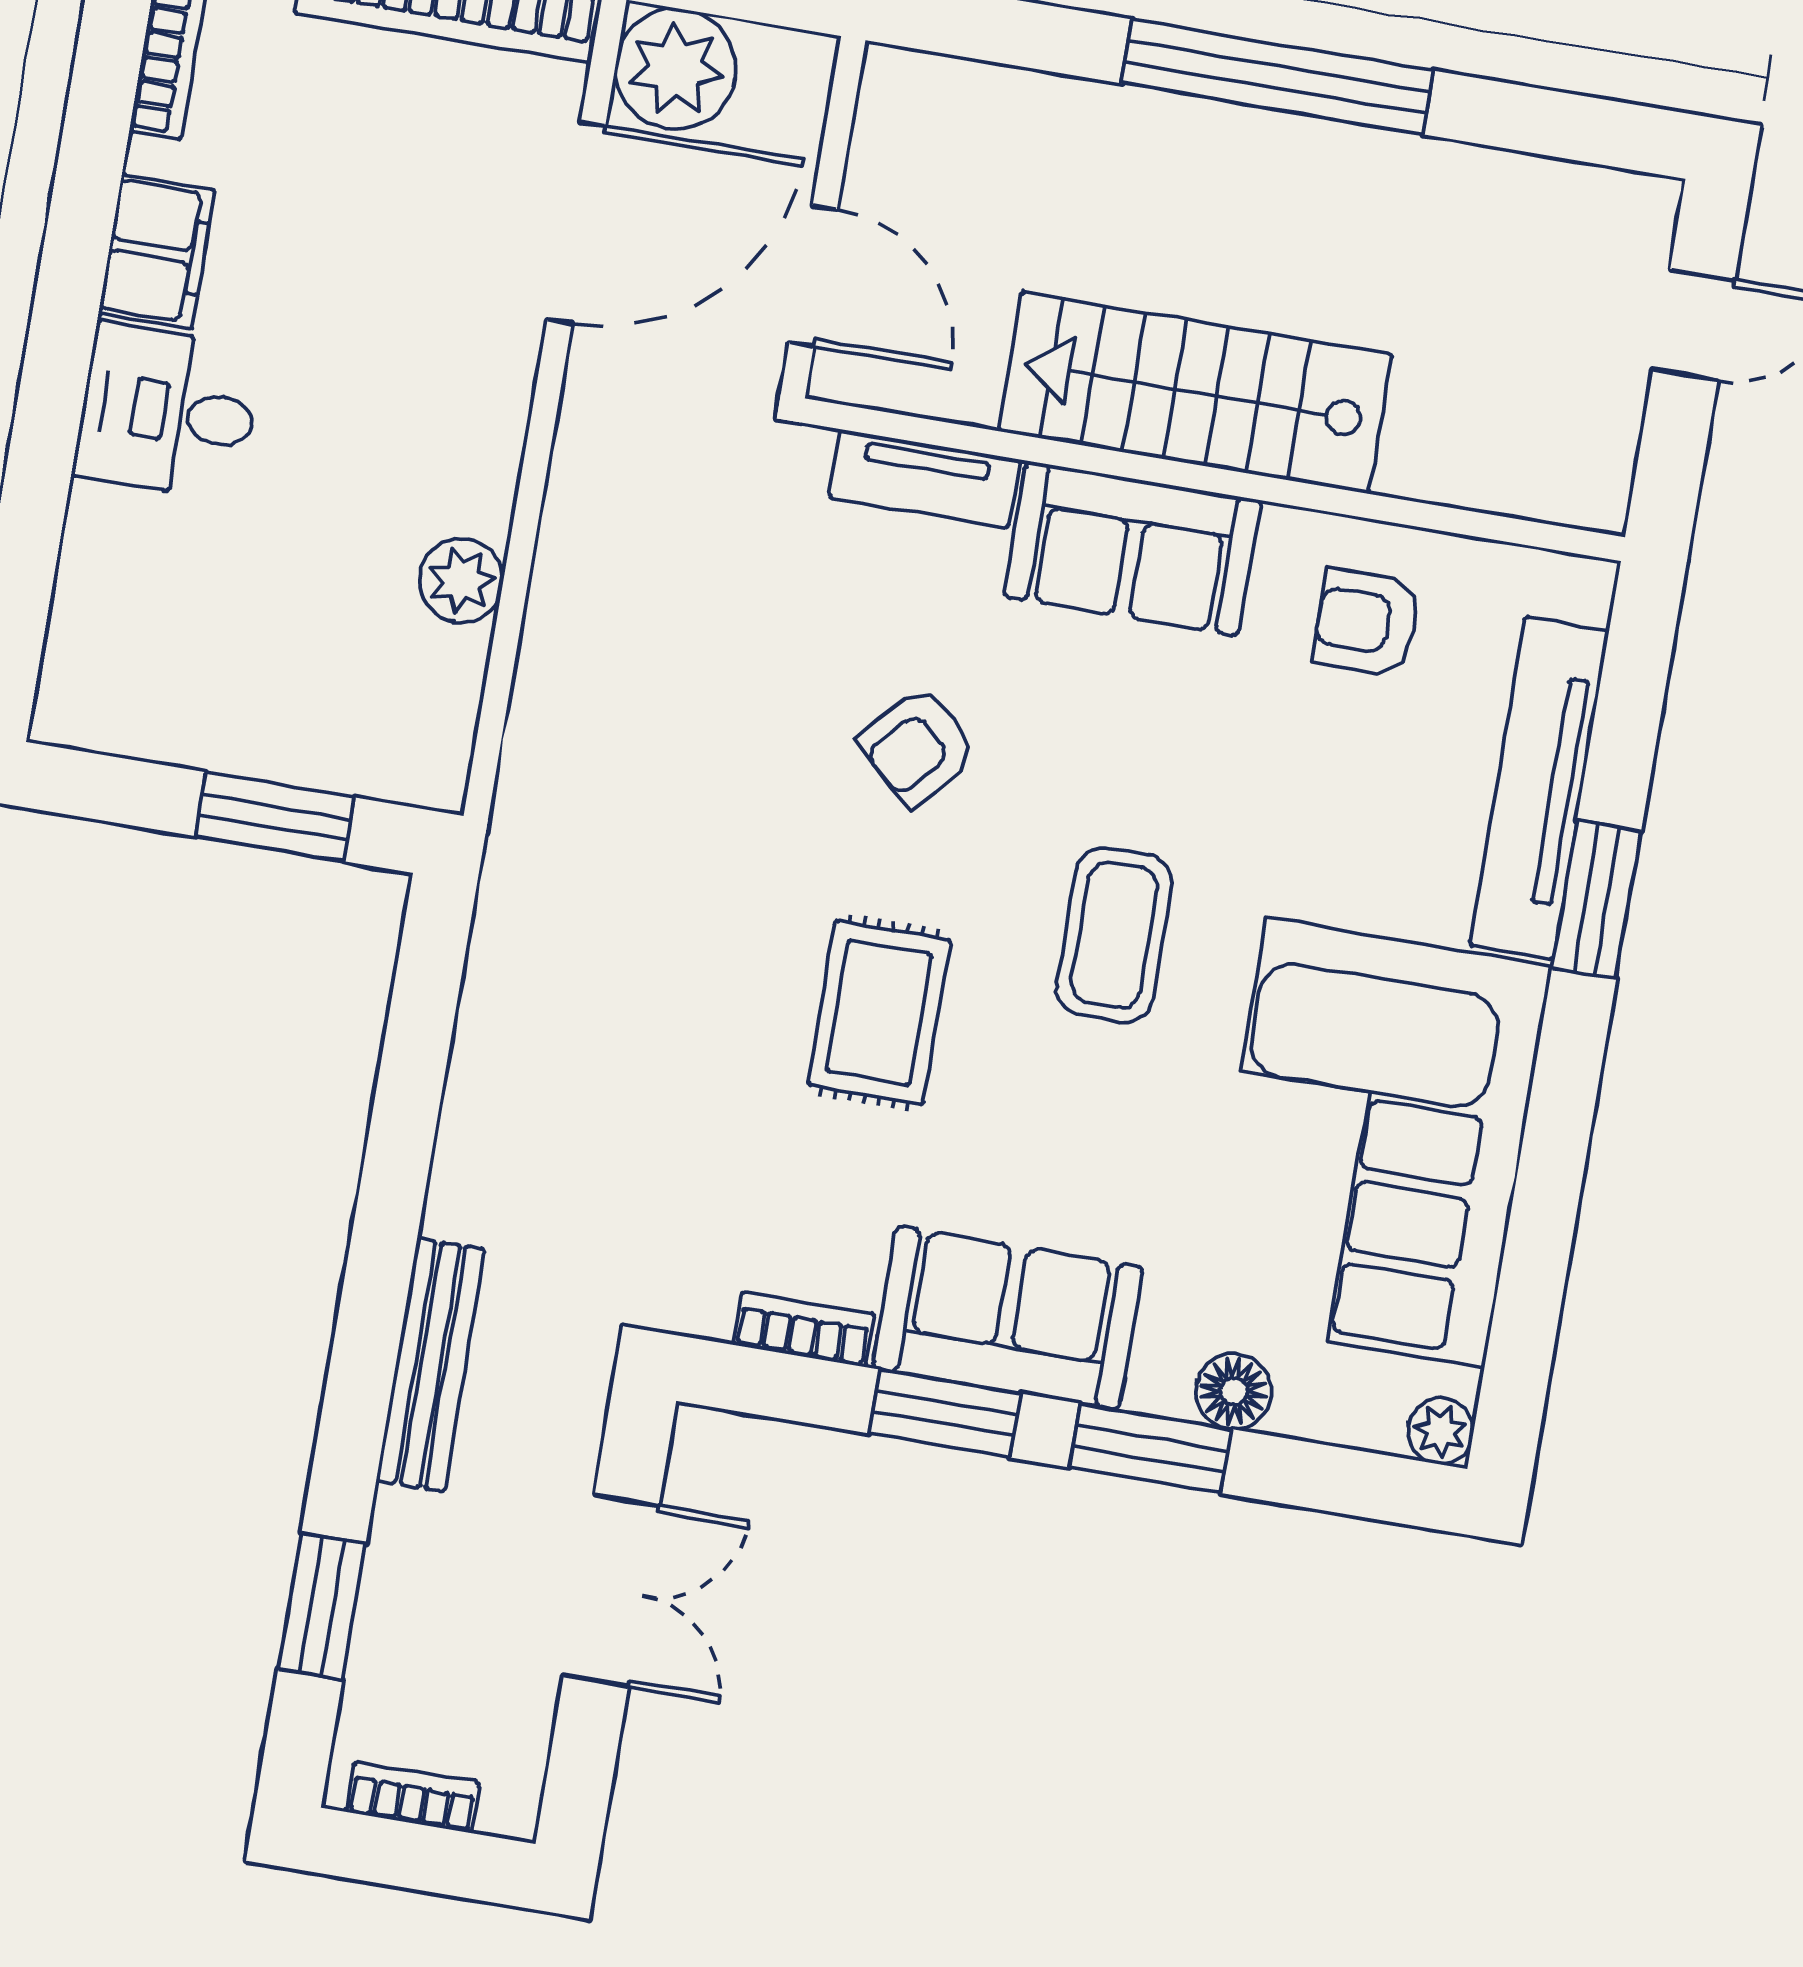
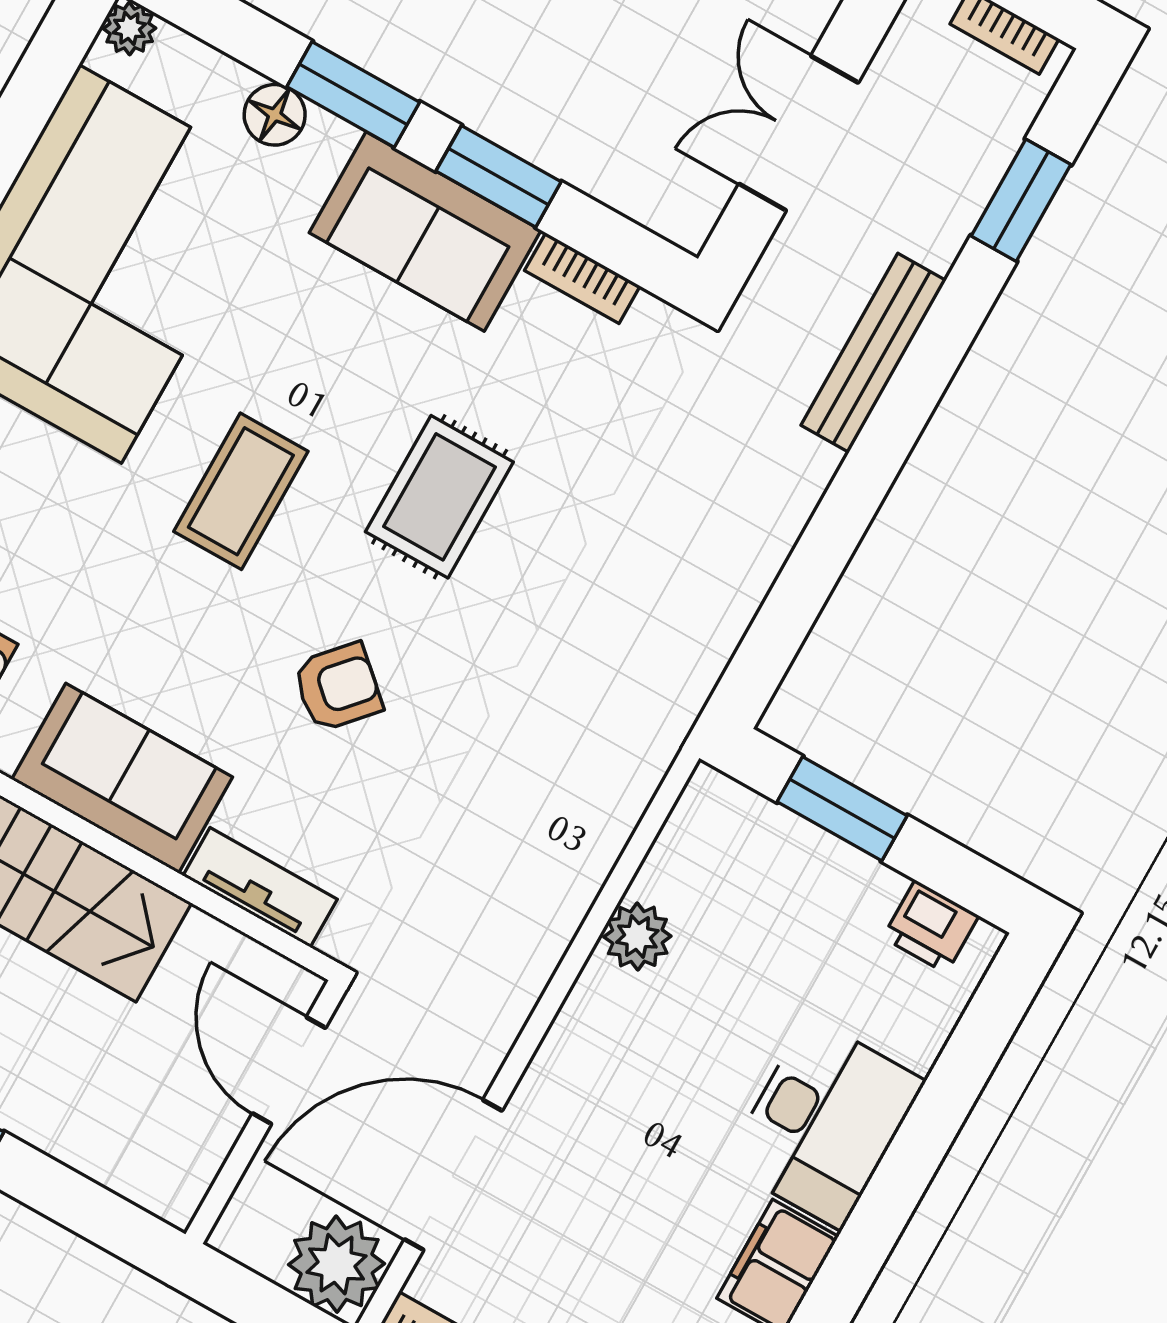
desk: (168, 412) -> (824, 1123), width x1.37
printer: (121, 716) -> (931, 927), added

